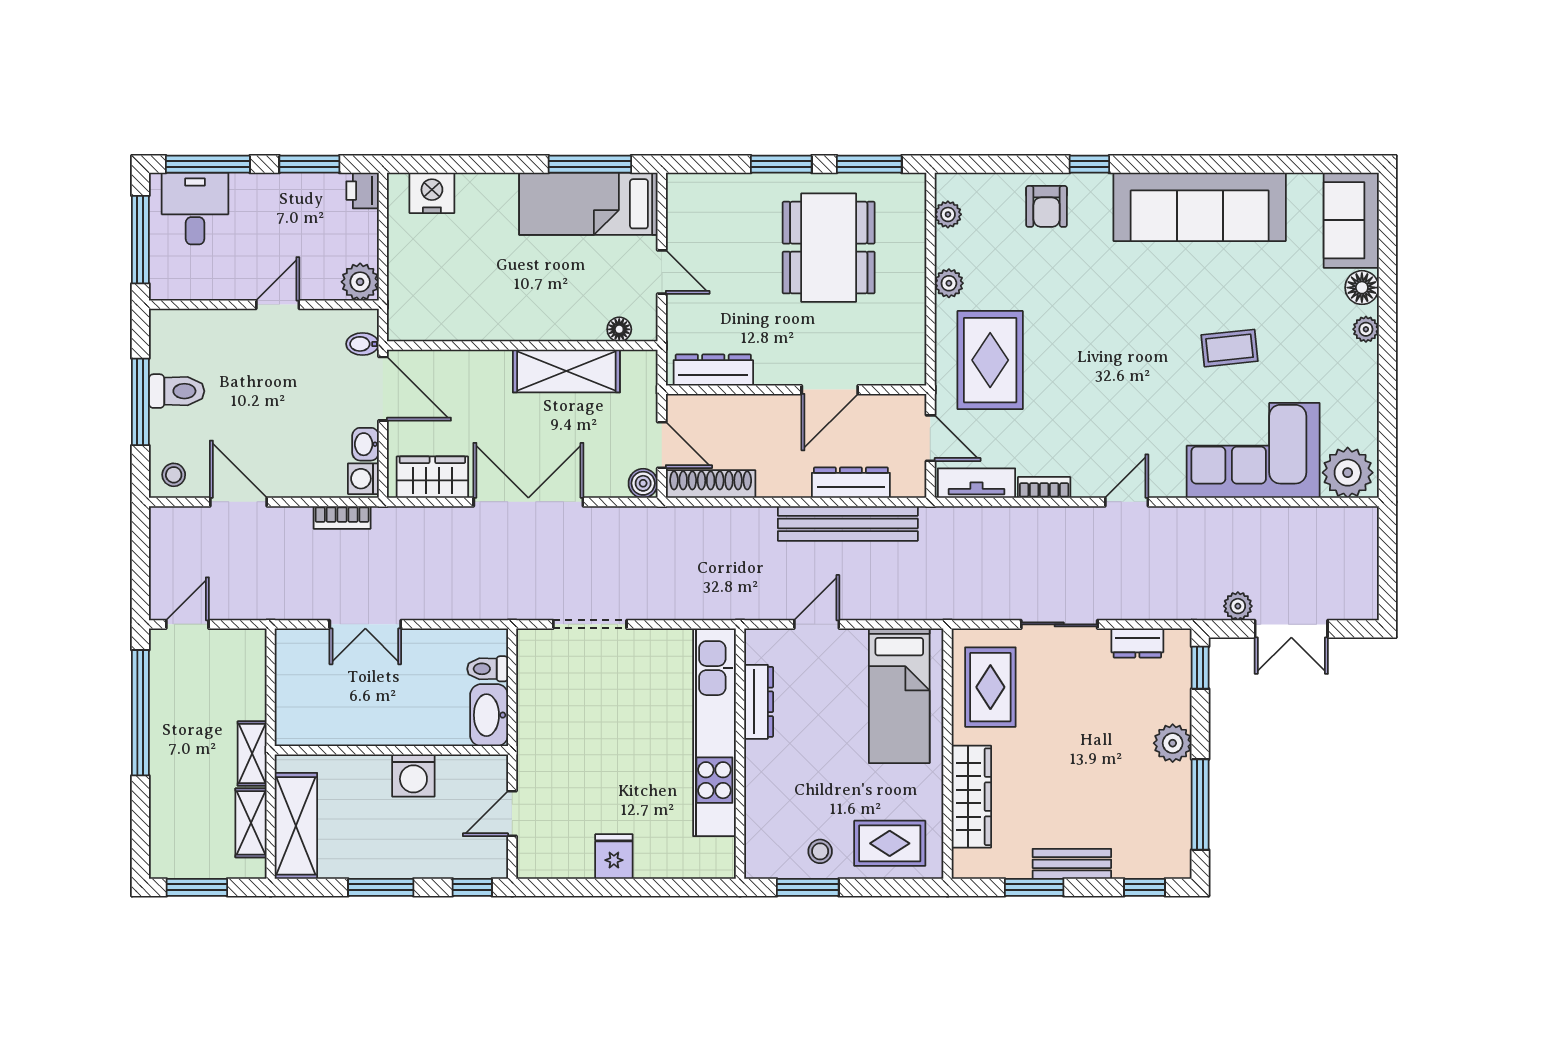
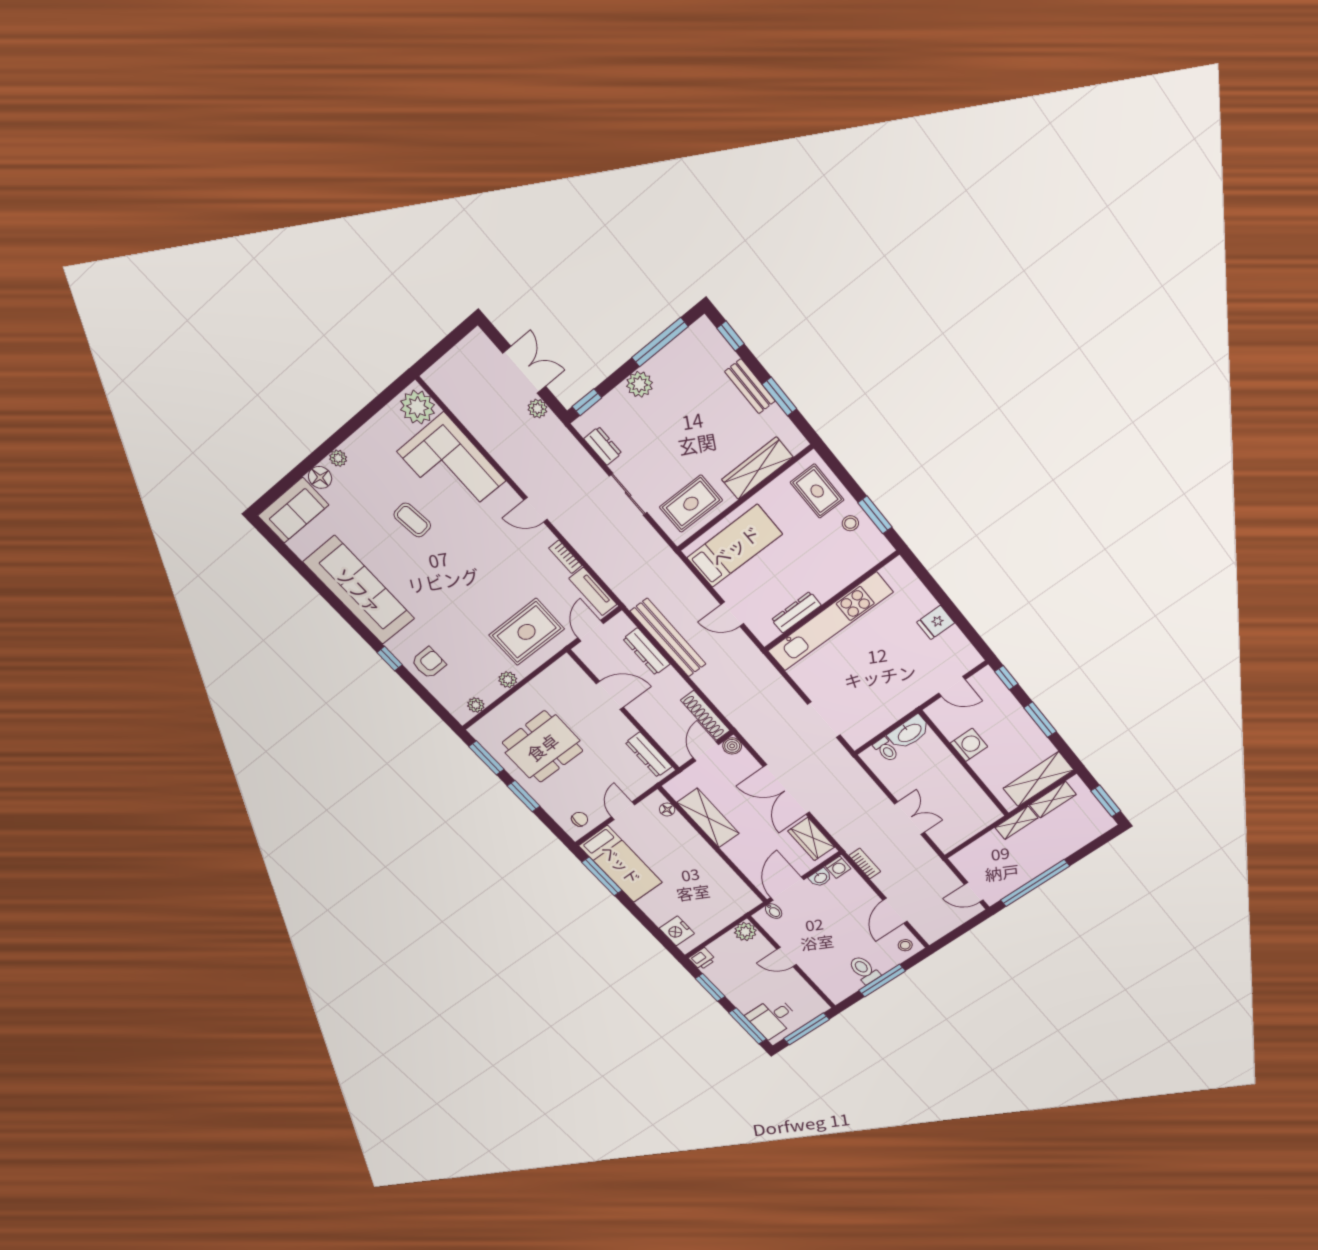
chair: (693, 207) -> (580, 819), added

